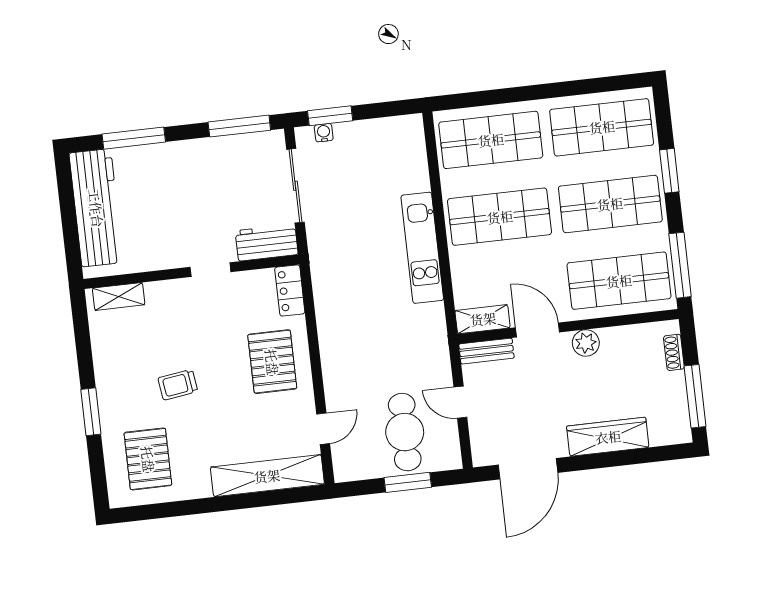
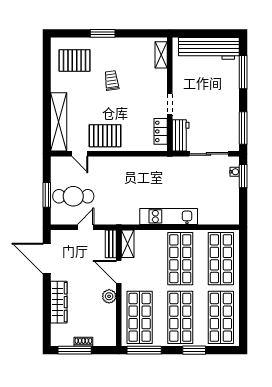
locker: (290, 290) -> (161, 131), moved, turned -90
door: (537, 330) -> (119, 272), swing flipped
shoe rack: (674, 352) -> (83, 342), moved
pallet: (272, 362) -> (105, 136), moved

